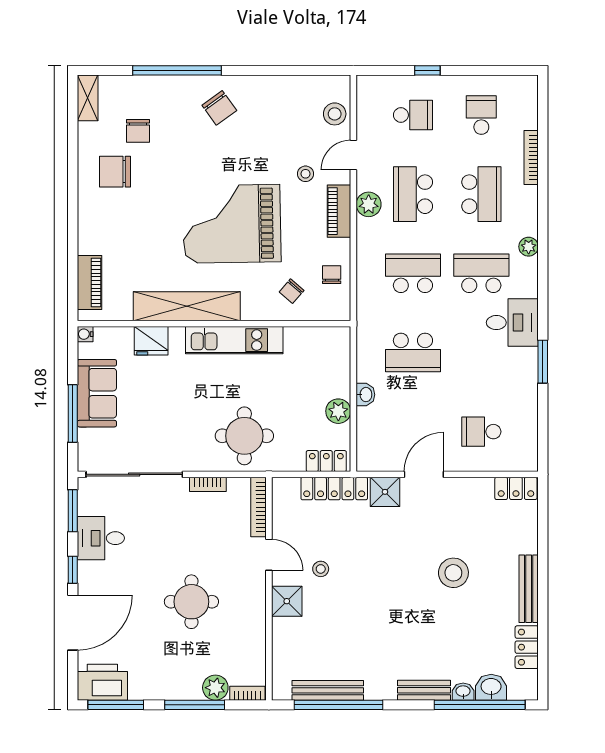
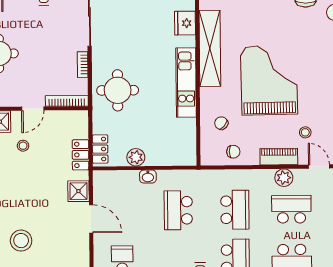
locker: (334, 489) -> (81, 155), width x0.66

